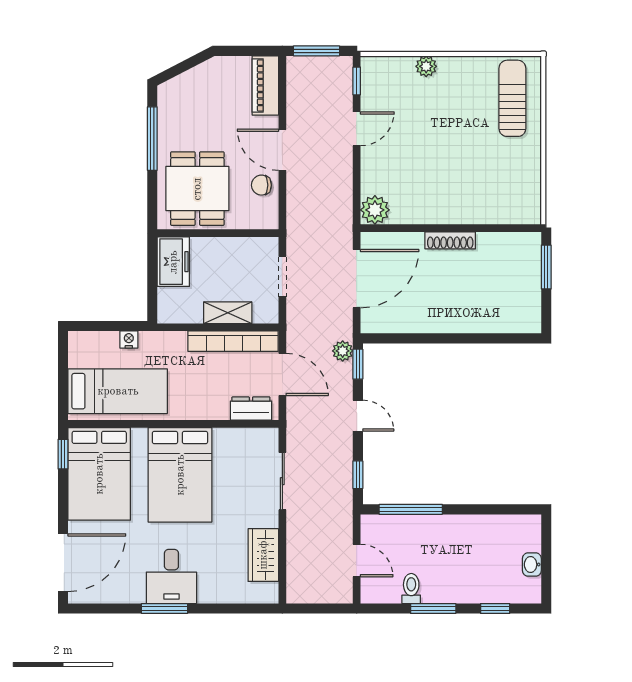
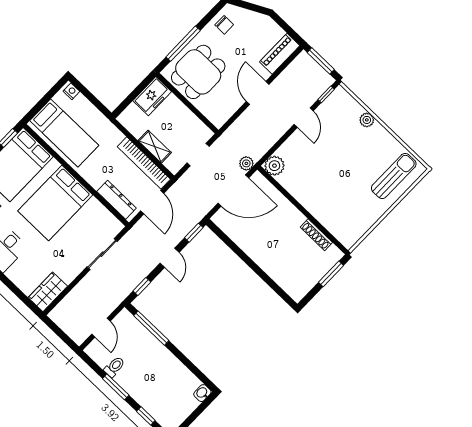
door: (357, 129) -> (304, 118), hinge flipped
window: (152, 139) -> (183, 44), moved
chair: (261, 185) -> (224, 25), moved, turned 180
shoe rack: (450, 240) -> (316, 235), moved
nightstand: (129, 340) -> (71, 91), moved
plant: (343, 351) -> (246, 163), moved
dresser: (251, 409) -> (117, 200), width x1.44
wardrobe: (263, 555) -> (48, 292), moved
washbasin: (532, 565) -> (202, 393), moved

